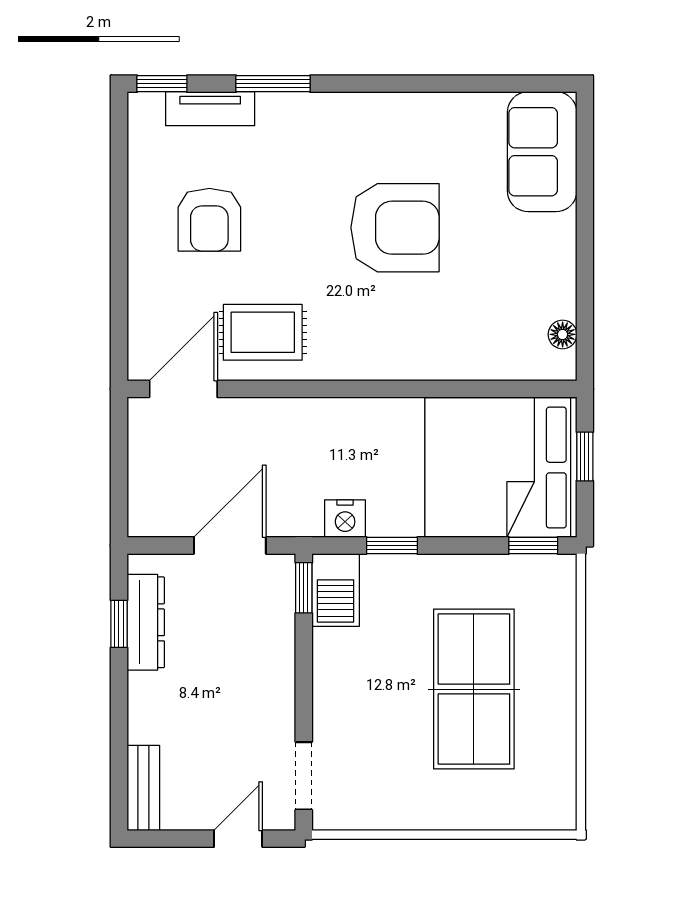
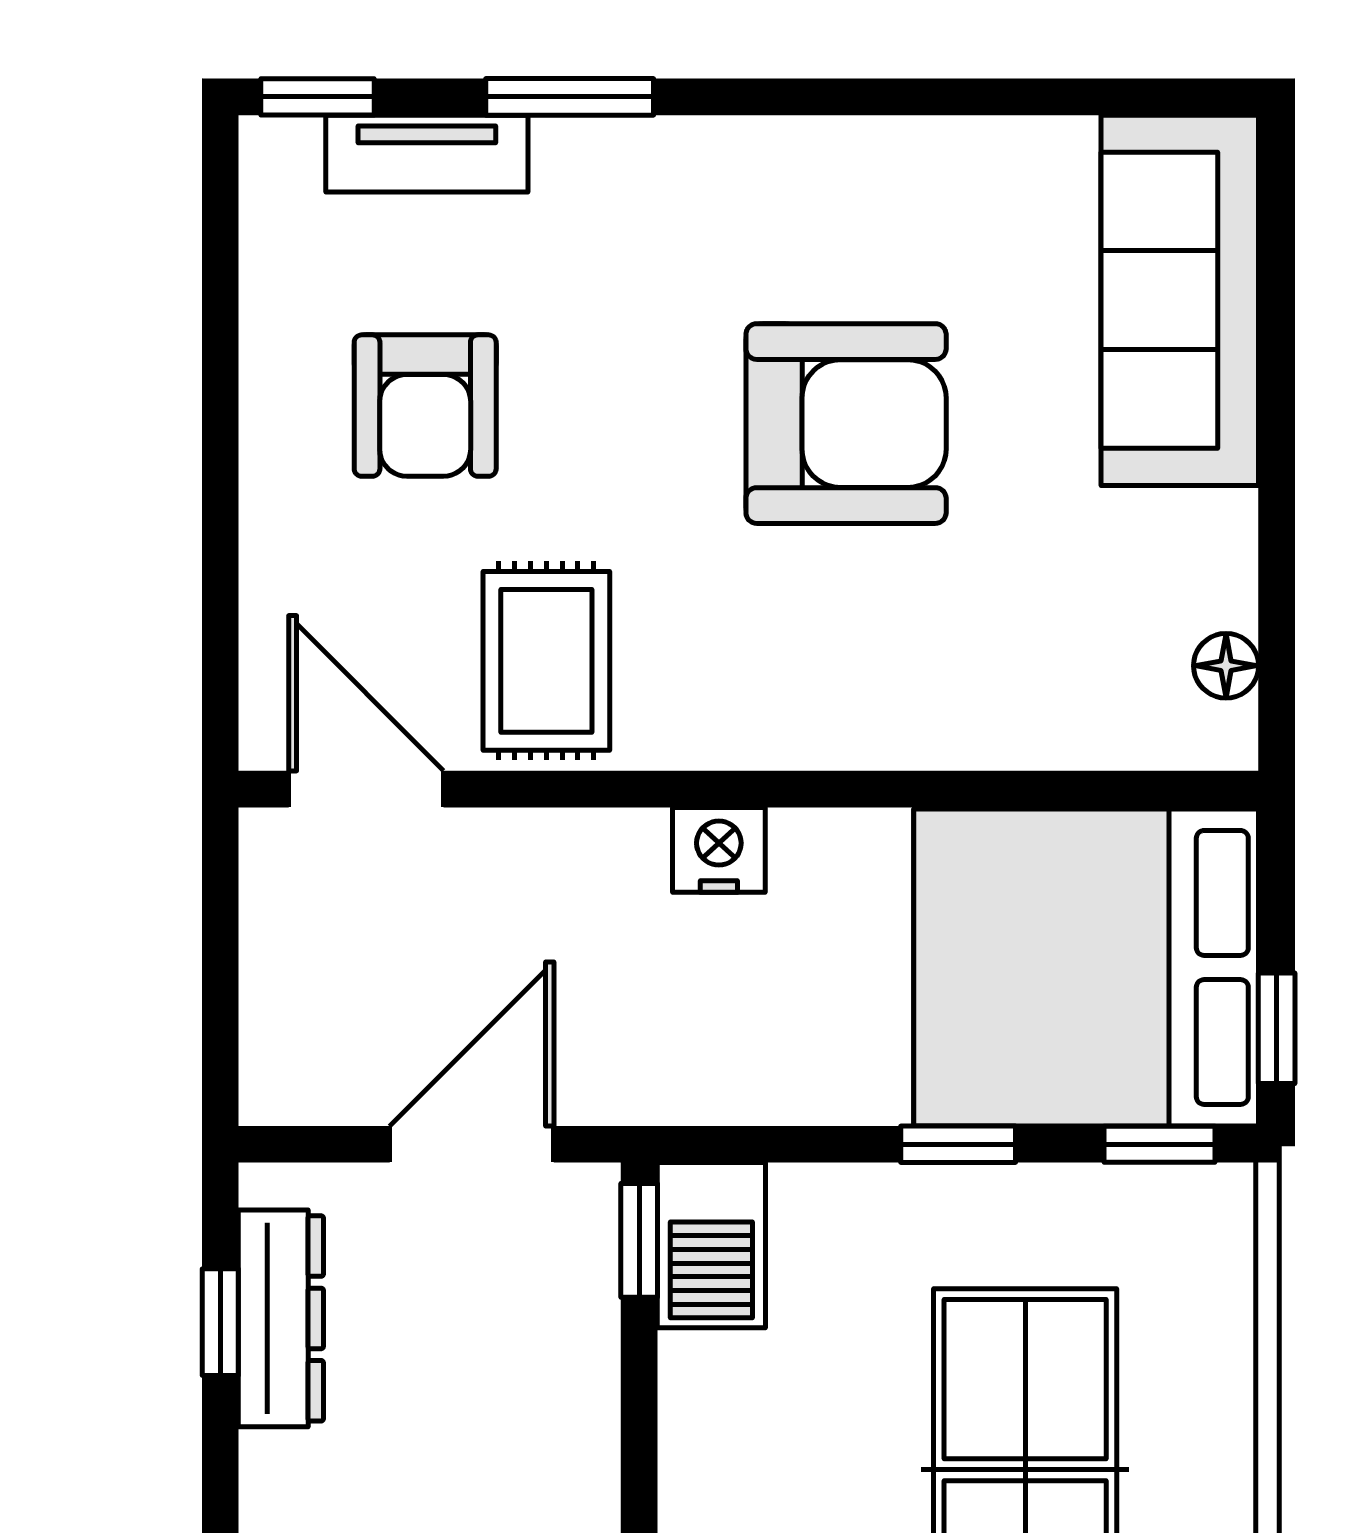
sofa: (542, 152) -> (1180, 300), width x1.36
rug: (263, 332) -> (546, 661), turned 90
door: (183, 389) -> (366, 789), hinge flipped
window: (585, 456) -> (1277, 1028), moved
nightstand: (345, 519) -> (719, 850), moved, turned 180
window: (392, 545) -> (958, 1144), moved

